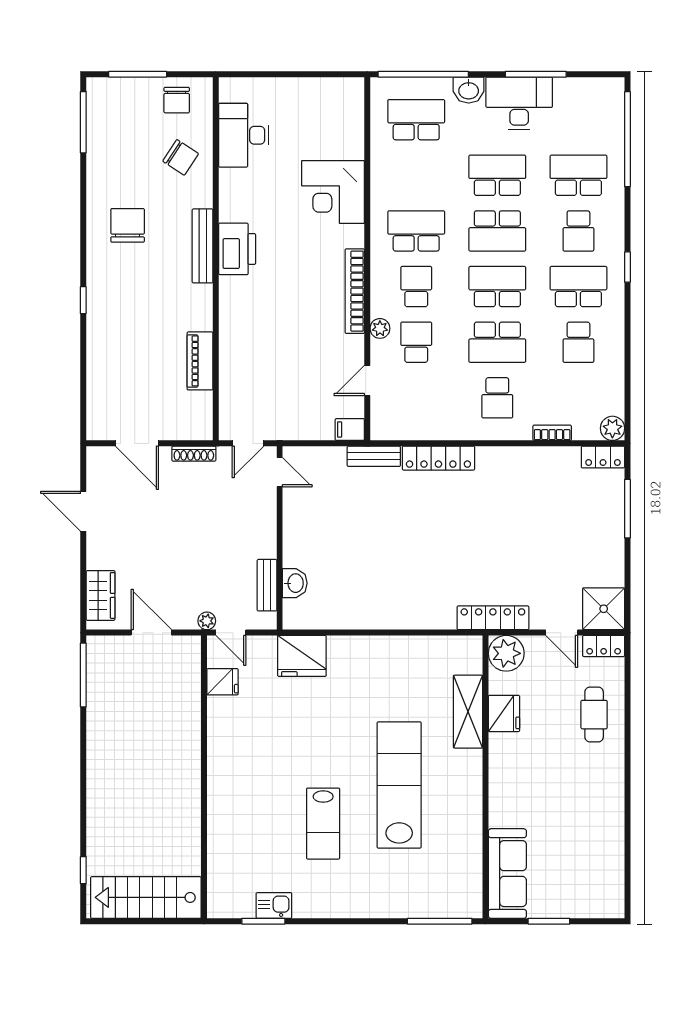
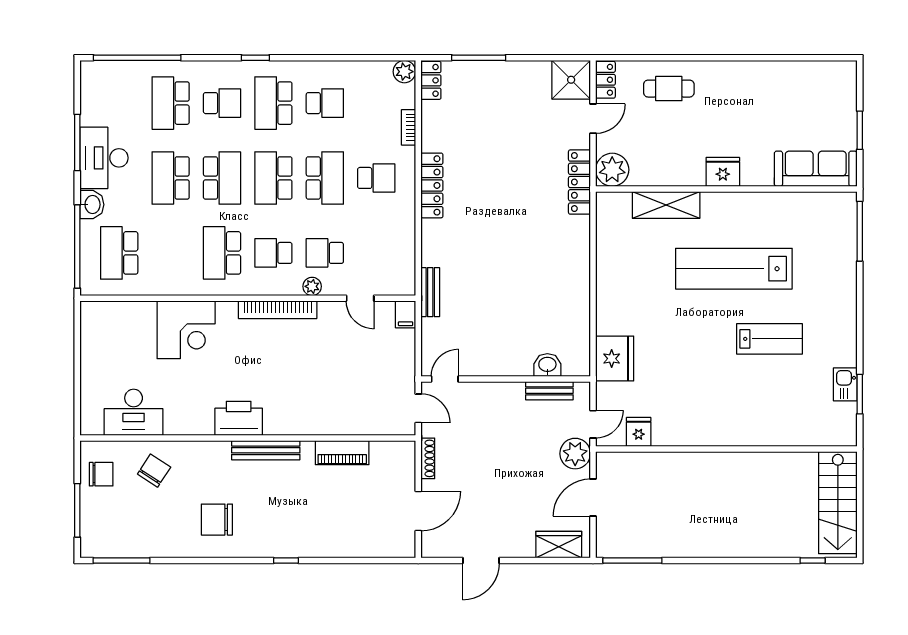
bench: (203, 246) -> (266, 450), moved
locker: (438, 458) -> (432, 185), moved
plant: (207, 621) -> (575, 454), width x1.87, depth x1.87
fridge: (504, 713) -> (723, 172), moved

